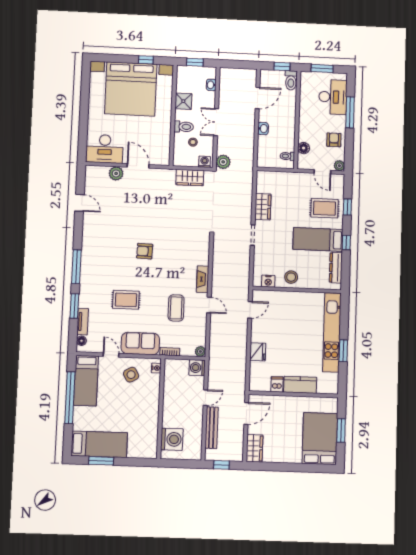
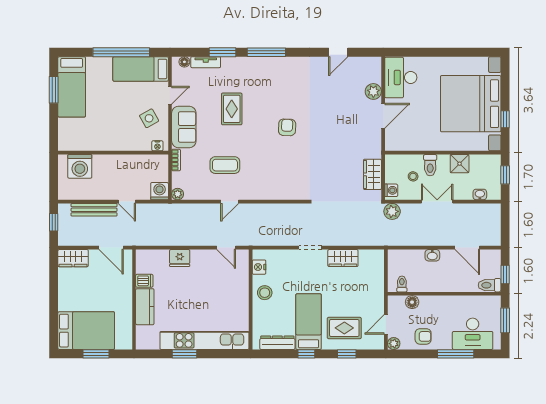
rug: (324, 208) -> (344, 328), turned 90
fireplace: (203, 279) -> (258, 193), removed

